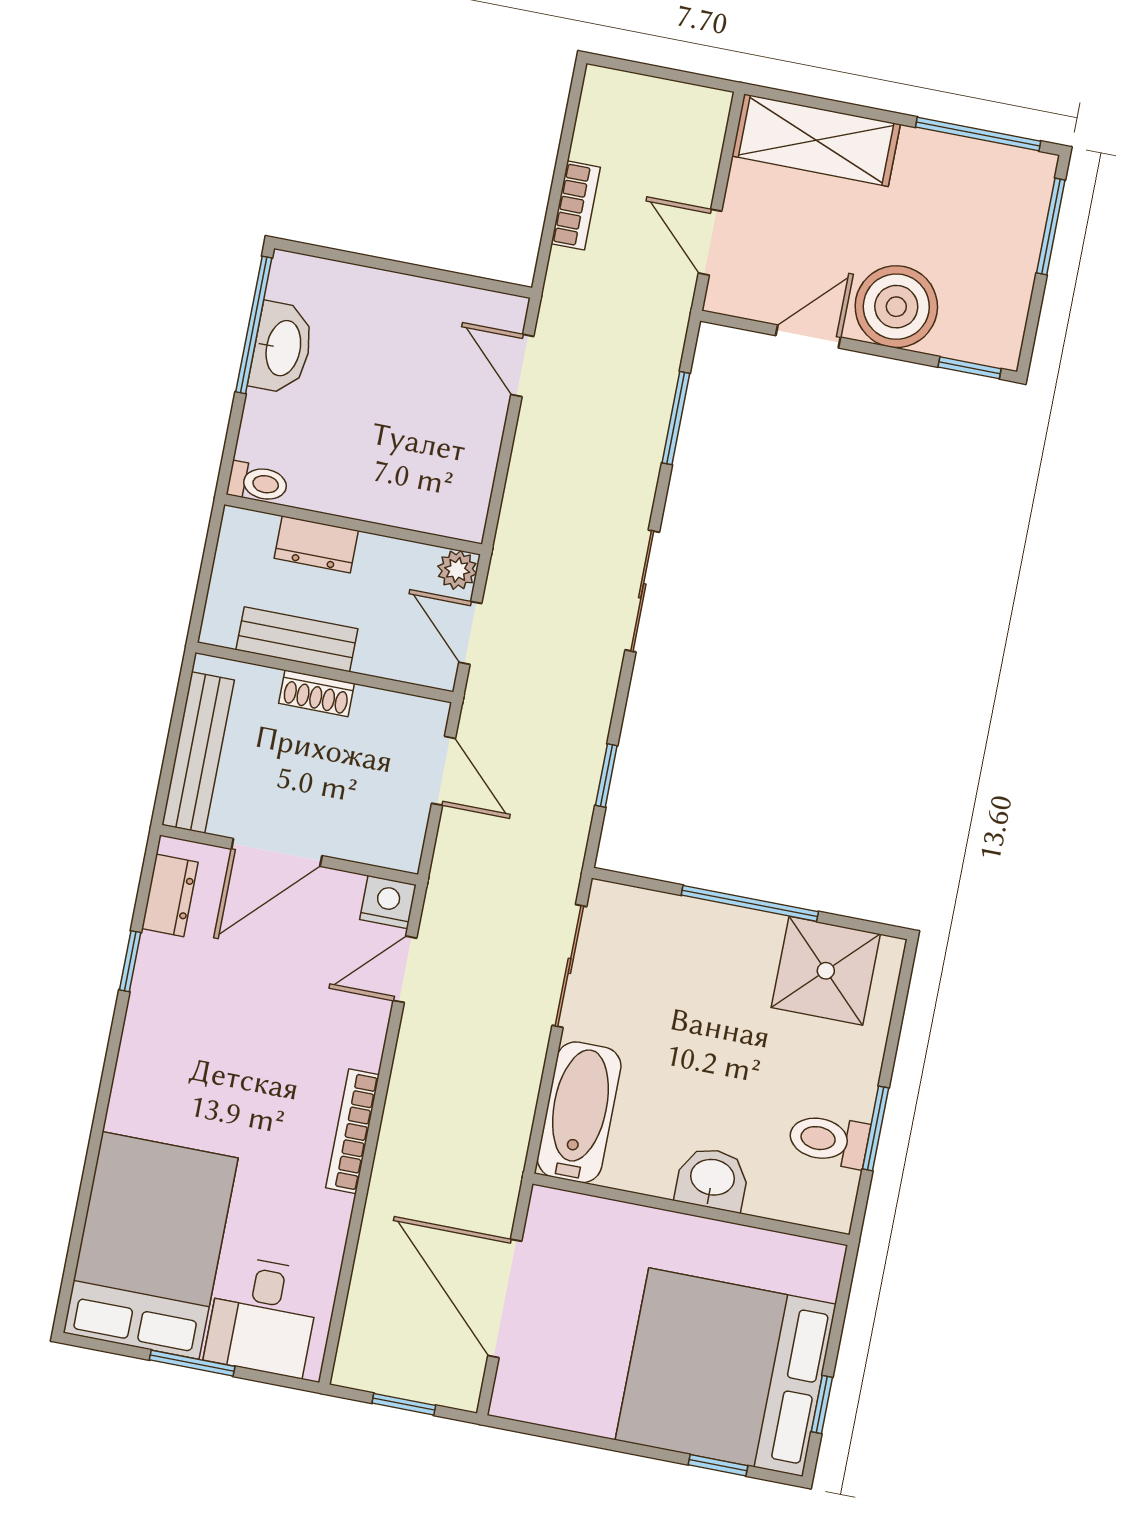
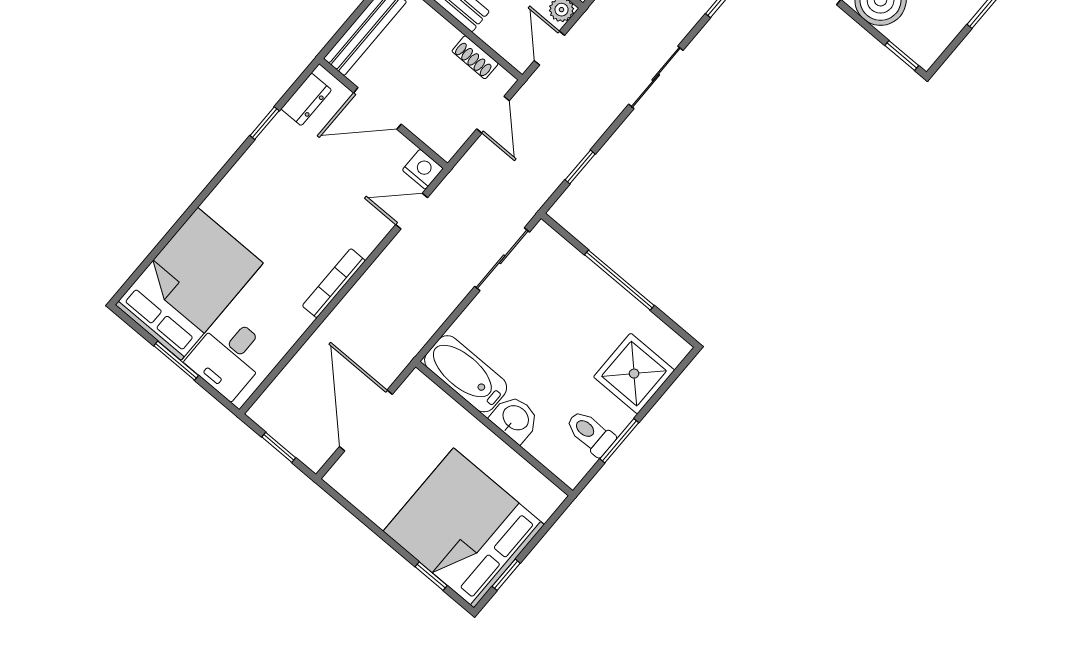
shoe rack: (317, 693) -> (475, 57), moved
shower: (826, 971) -> (634, 374), moved
bathtub: (579, 1112) -> (466, 374), moved, turned -90

